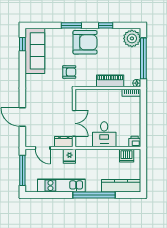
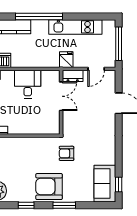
sofa: (35, 51) -> (105, 184), width x0.73
piano: (110, 81) -> (21, 144), removed
double door: (74, 123) -> (61, 96), swing flipped
door: (43, 148) -> (96, 69), swing flipped

